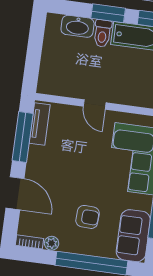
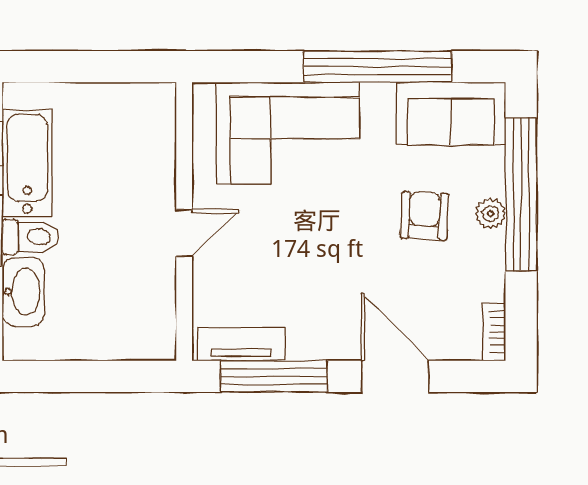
door: (15, 193) -> (395, 376), hinge flipped
plant: (52, 243) -> (490, 213), moved

